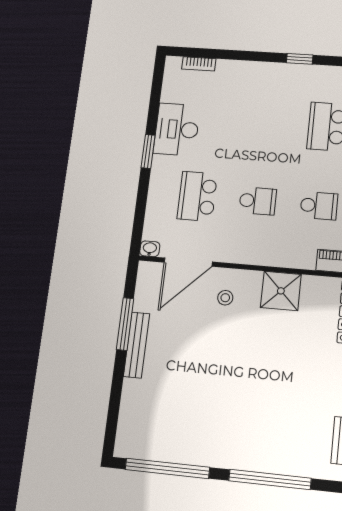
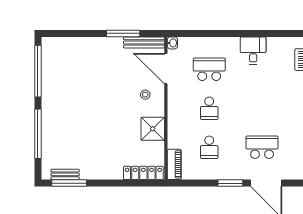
desk: (177, 129) -> (253, 50), width x0.73
window: (148, 151) -> (237, 33), removed
bench: (137, 345) -> (144, 42), moved

